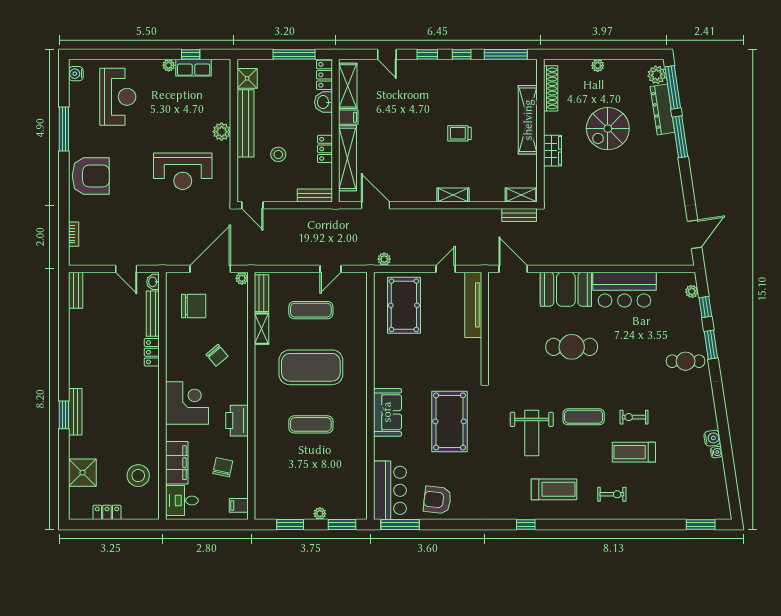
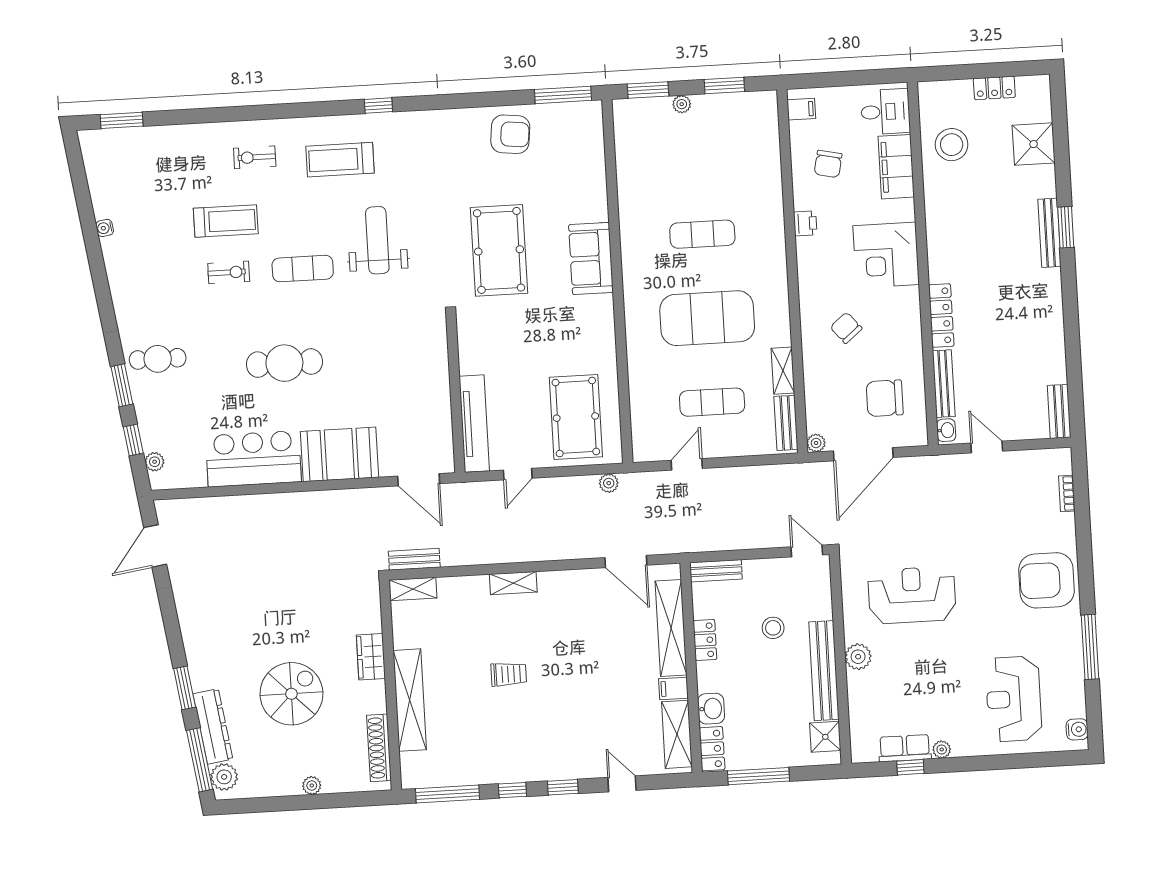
window: (680, 137) -> (185, 688), width x0.69
cafe table: (572, 347) -> (284, 363), moved
locker: (152, 352) -> (941, 316), width x1.53
printer: (237, 421) -> (805, 223), width x0.53, depth x0.68
water cooler: (712, 438) -> (112, 248), removed
bar counter: (390, 490) -> (581, 144), removed

